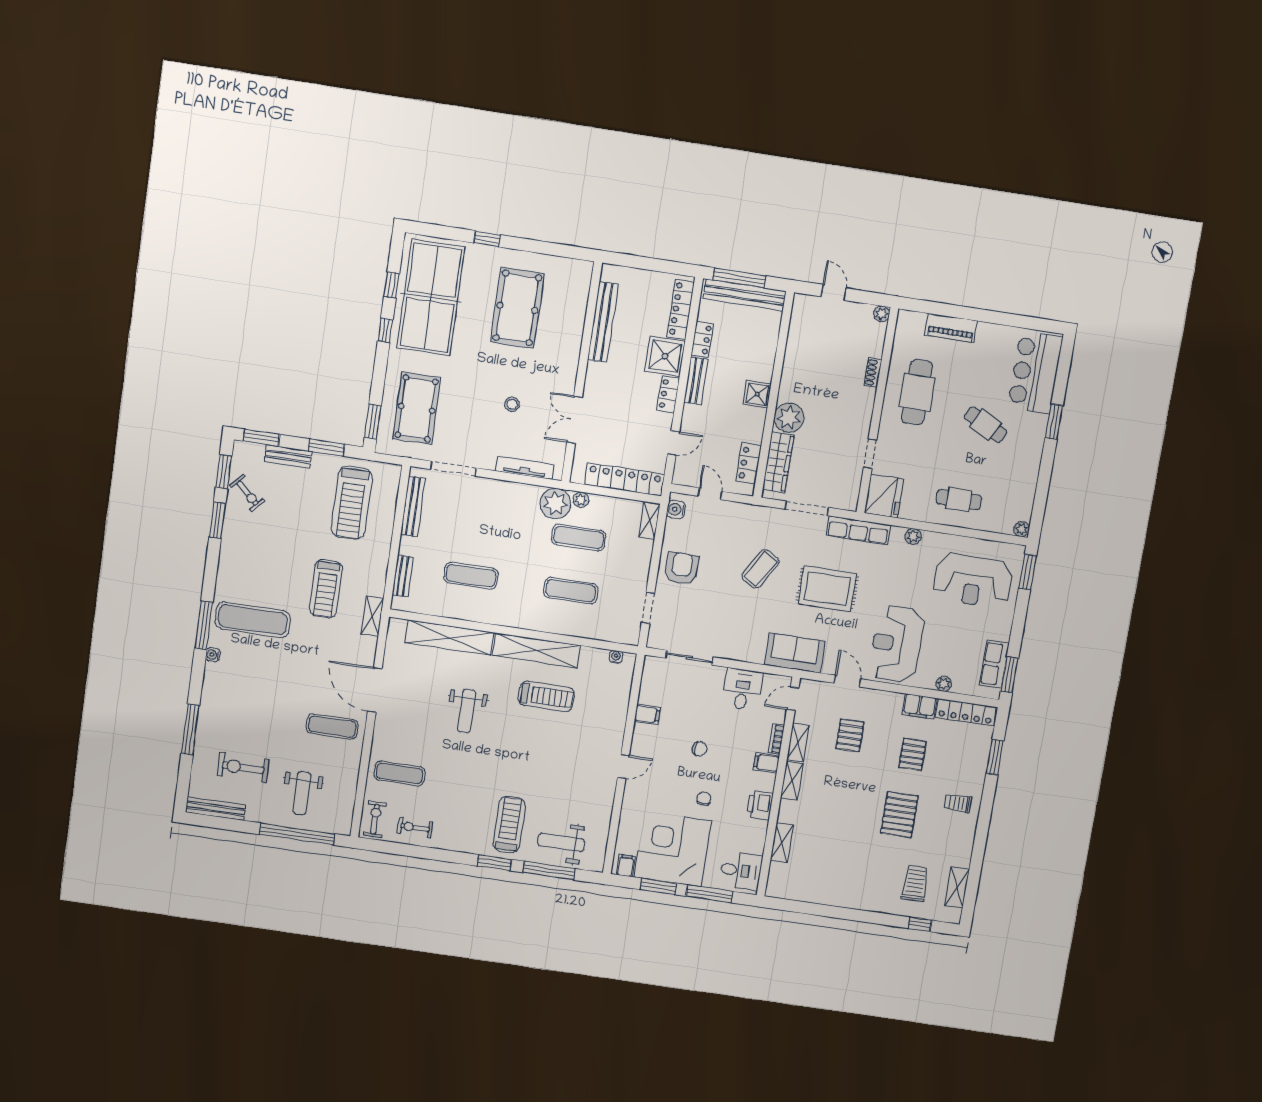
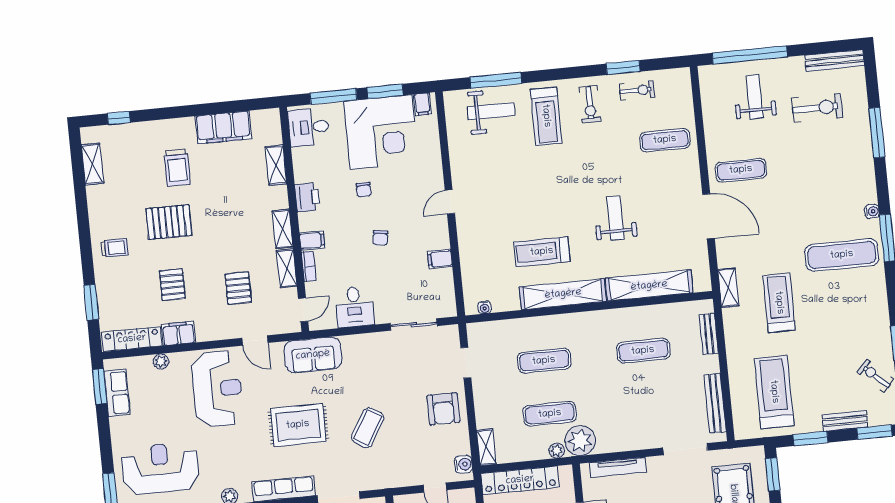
chair: (700, 749) -> (380, 238), turned -82
pallet: (899, 815) -> (169, 222), turned 90
exercise bike: (375, 819) -> (590, 104), moved
window: (494, 863) -> (623, 68), moved
trolley: (915, 884) -> (177, 168), moved
filing cabinet: (823, 891) -> (223, 127), added

